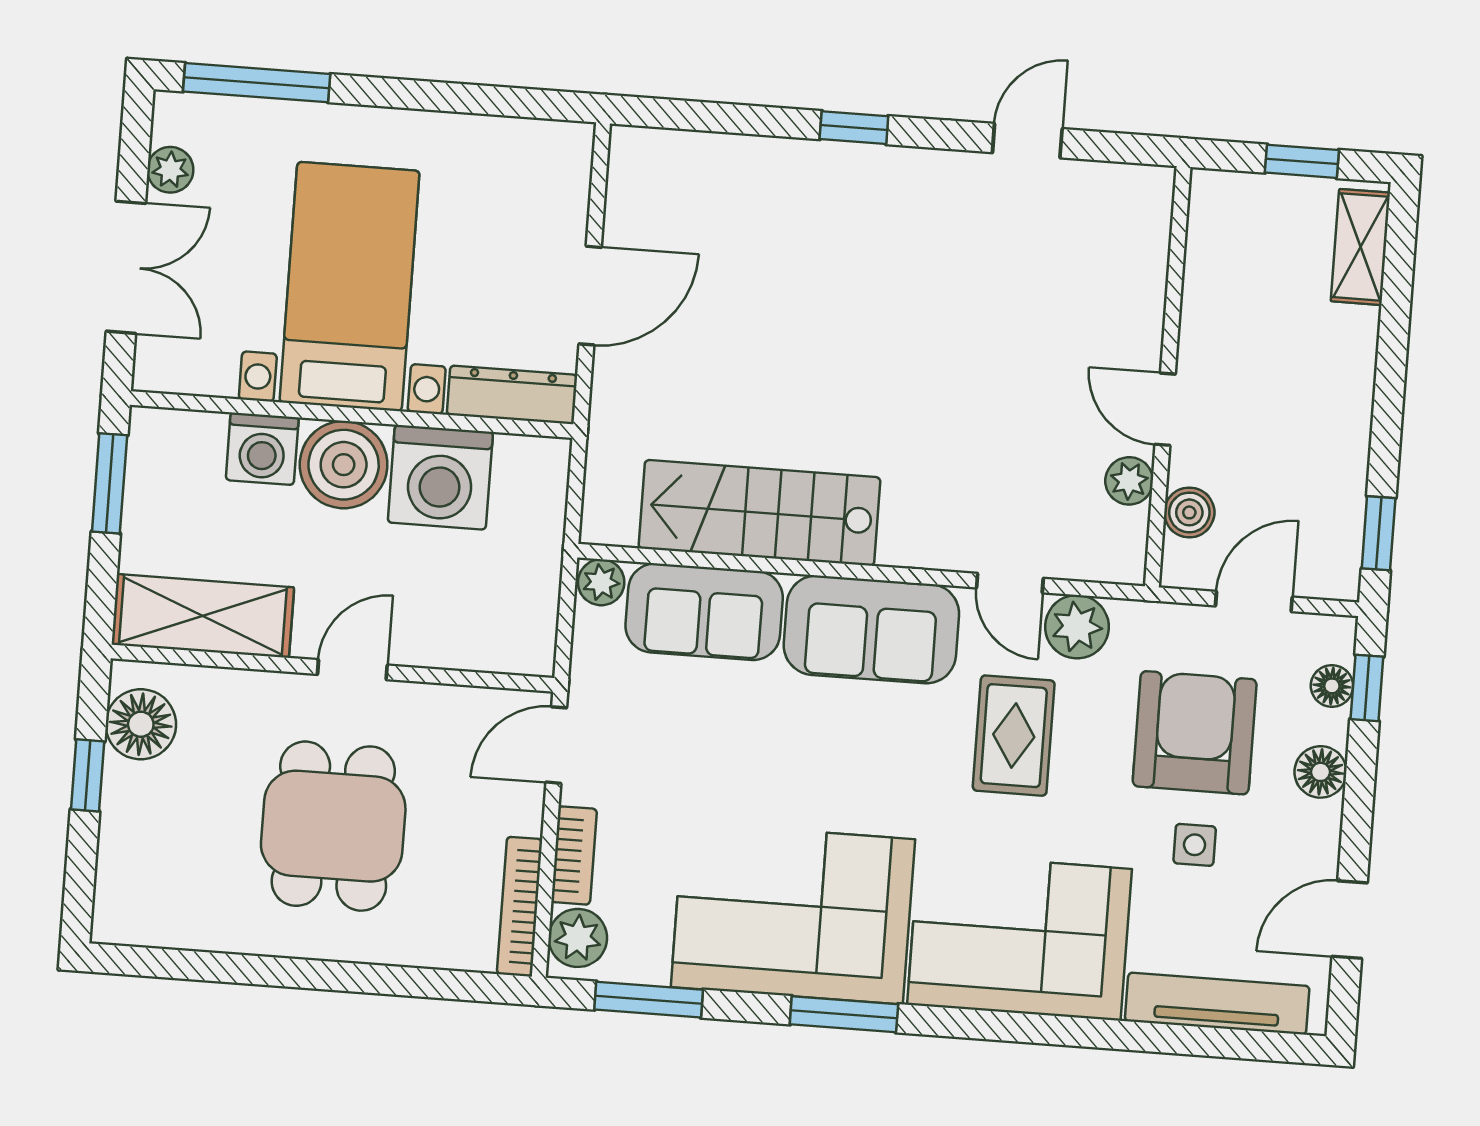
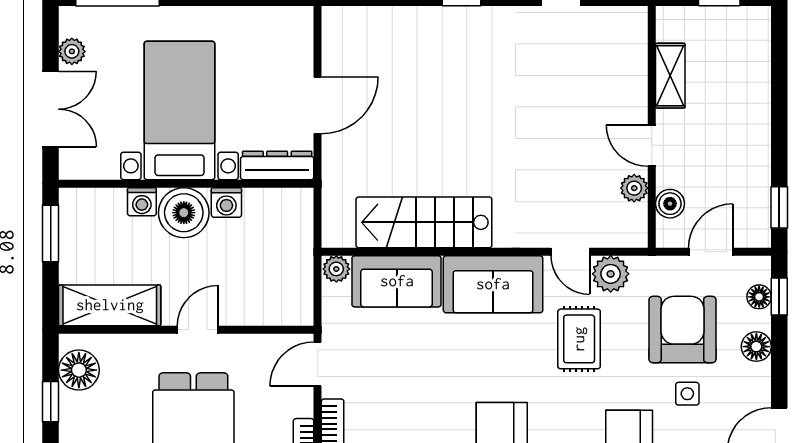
shelving: (1360, 247) -> (670, 76), moved
washing machine: (262, 449) -> (142, 202), width x0.73, depth x0.73
washing machine: (440, 477) -> (226, 202), width x0.53, depth x0.53

